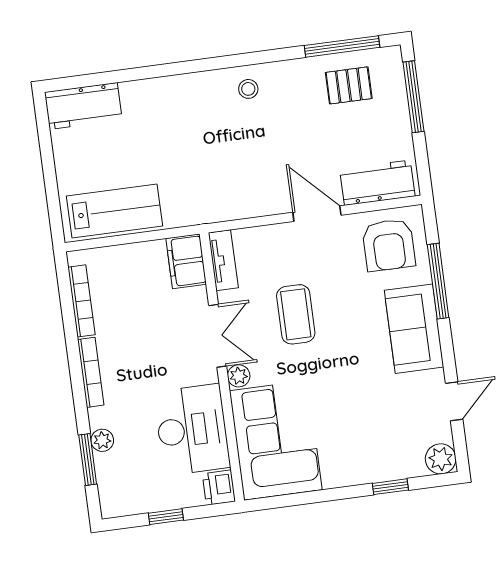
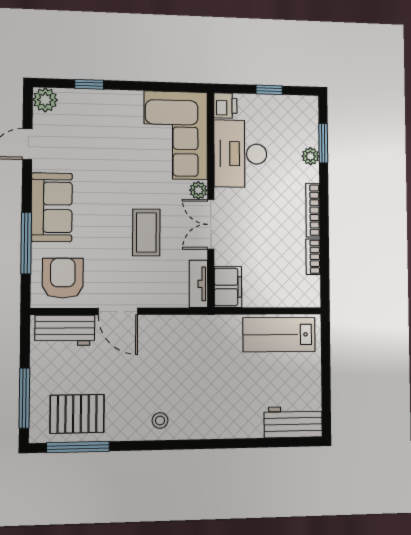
pallet: (349, 85) -> (77, 414), width x1.50, depth x1.42
bookcase: (81, 301) -> (313, 257), width x0.64

